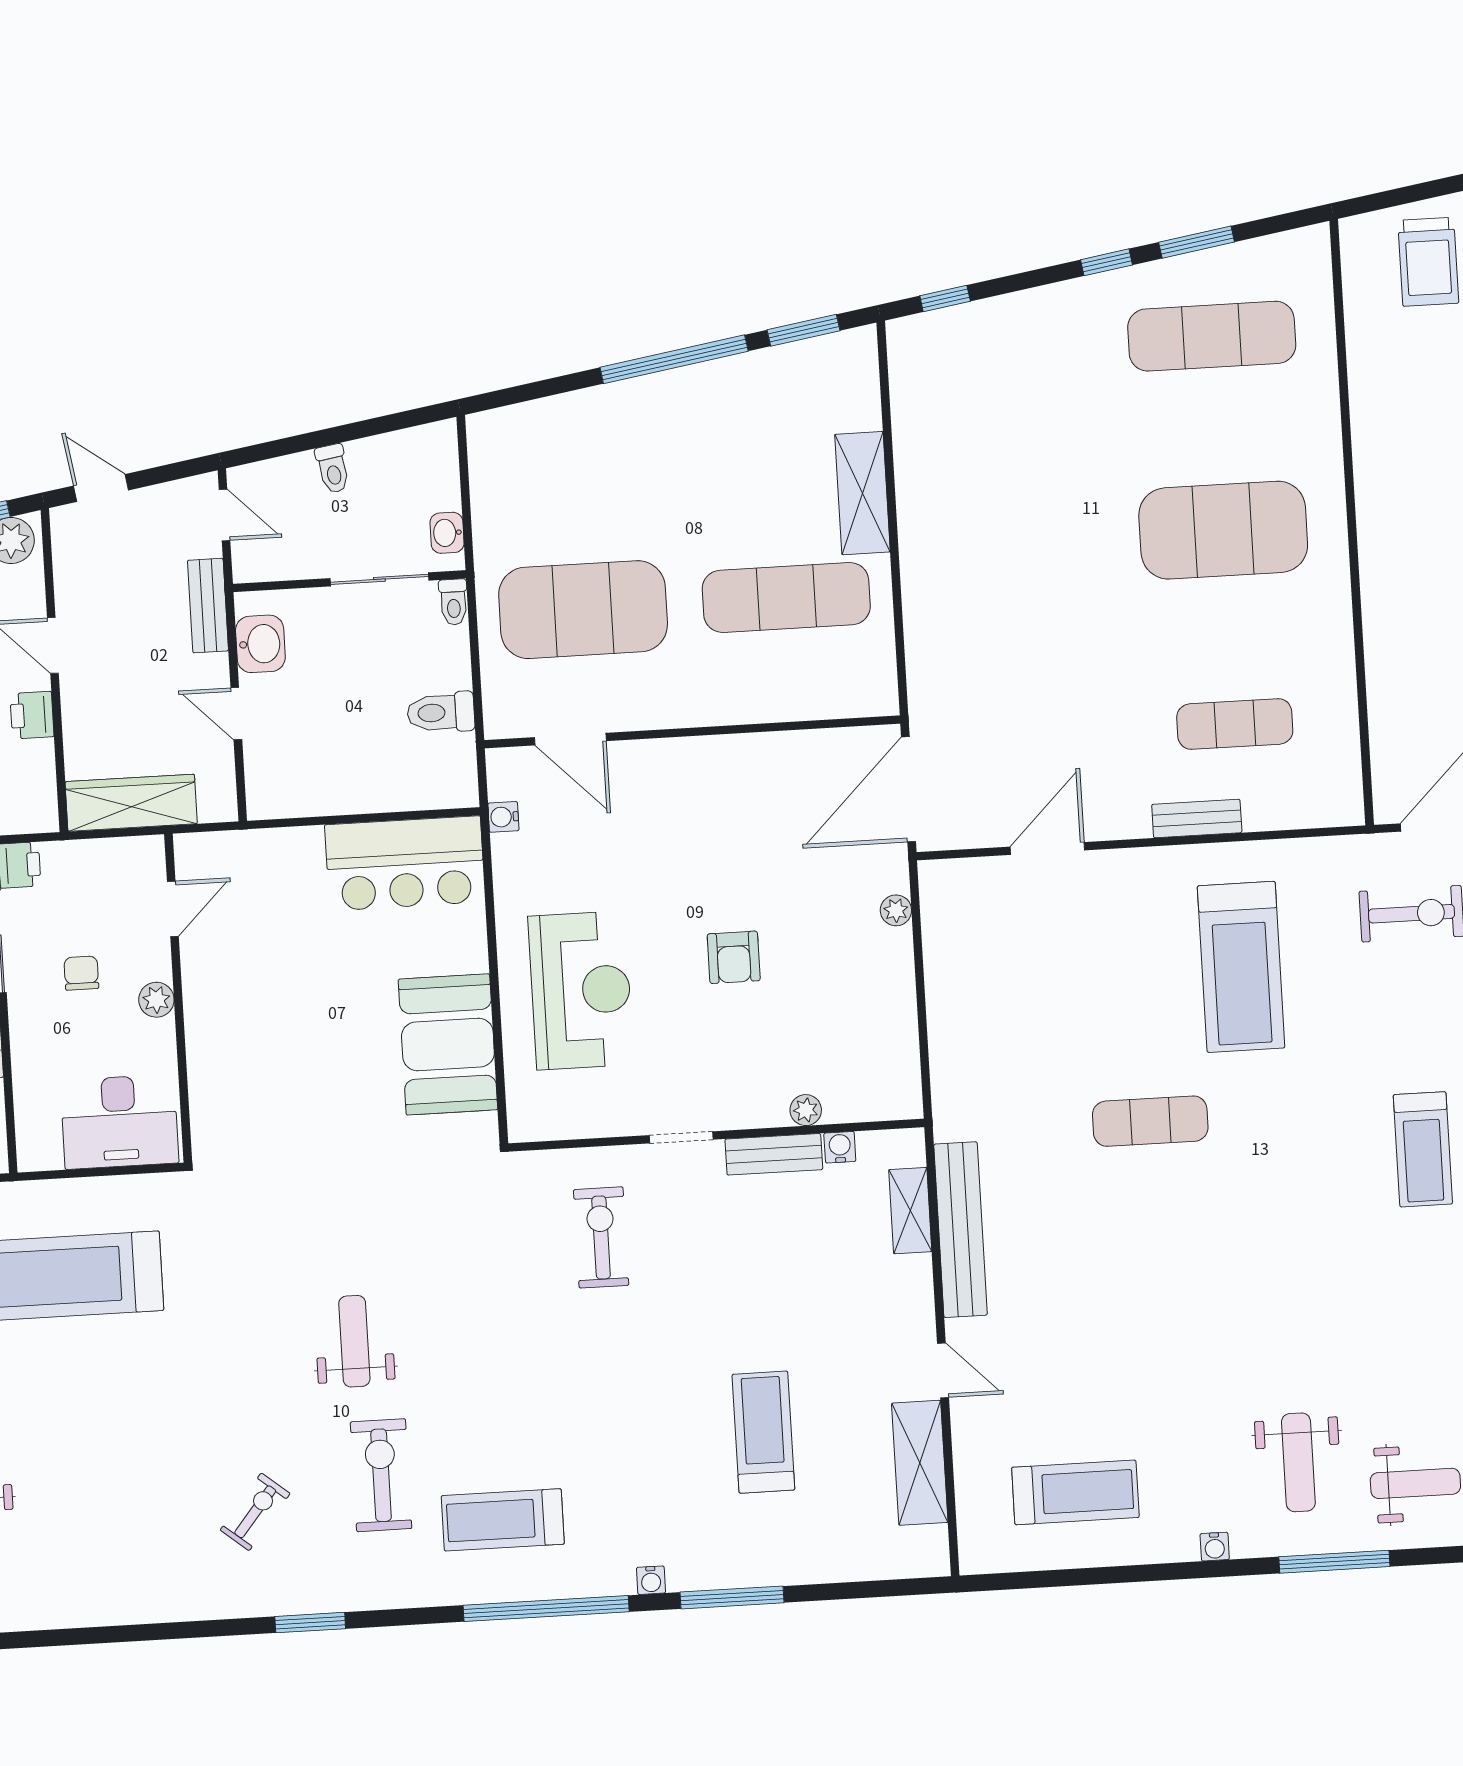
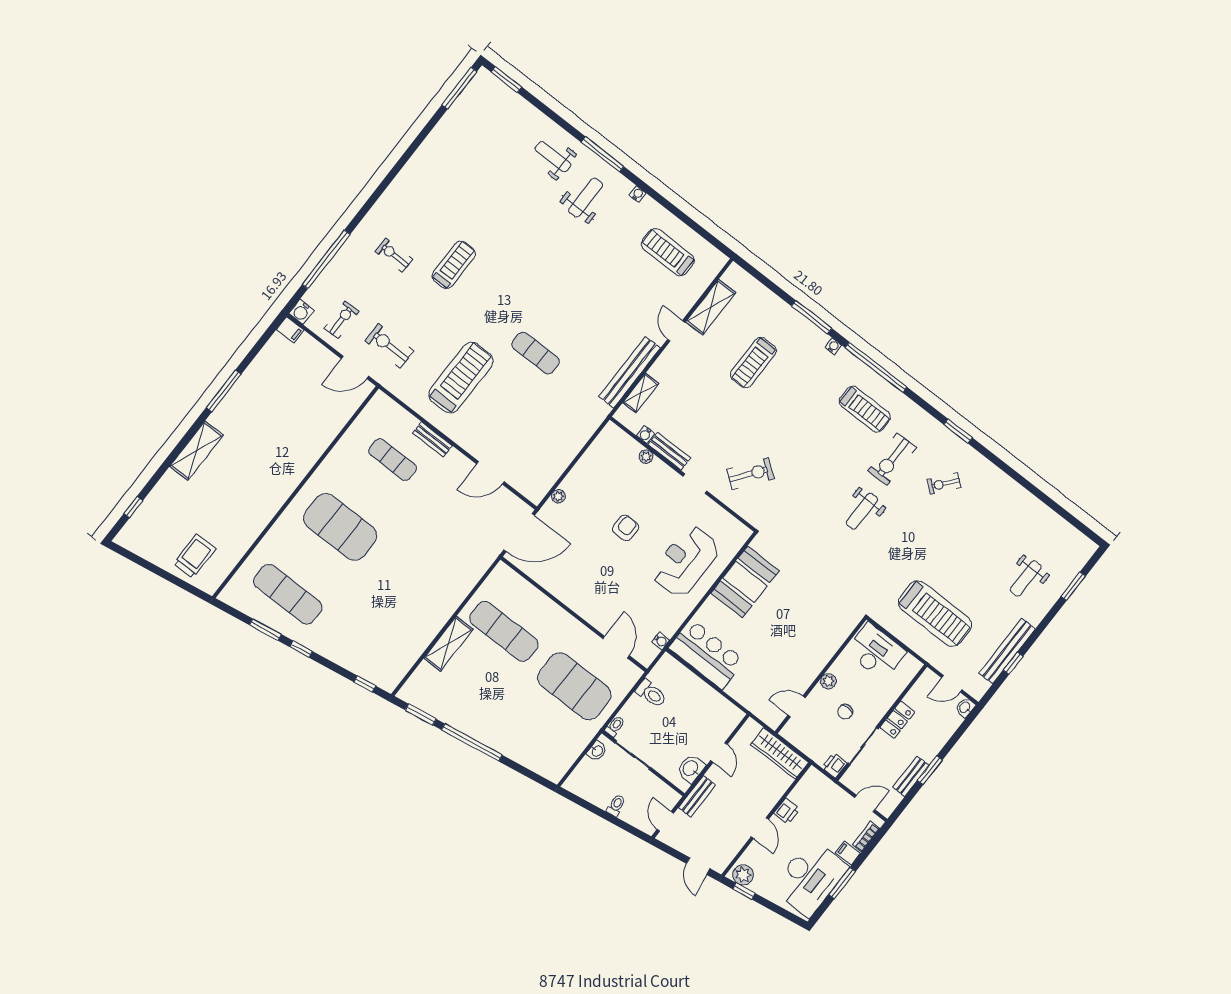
exercise bike: (601, 1237) -> (750, 474), turned -143

